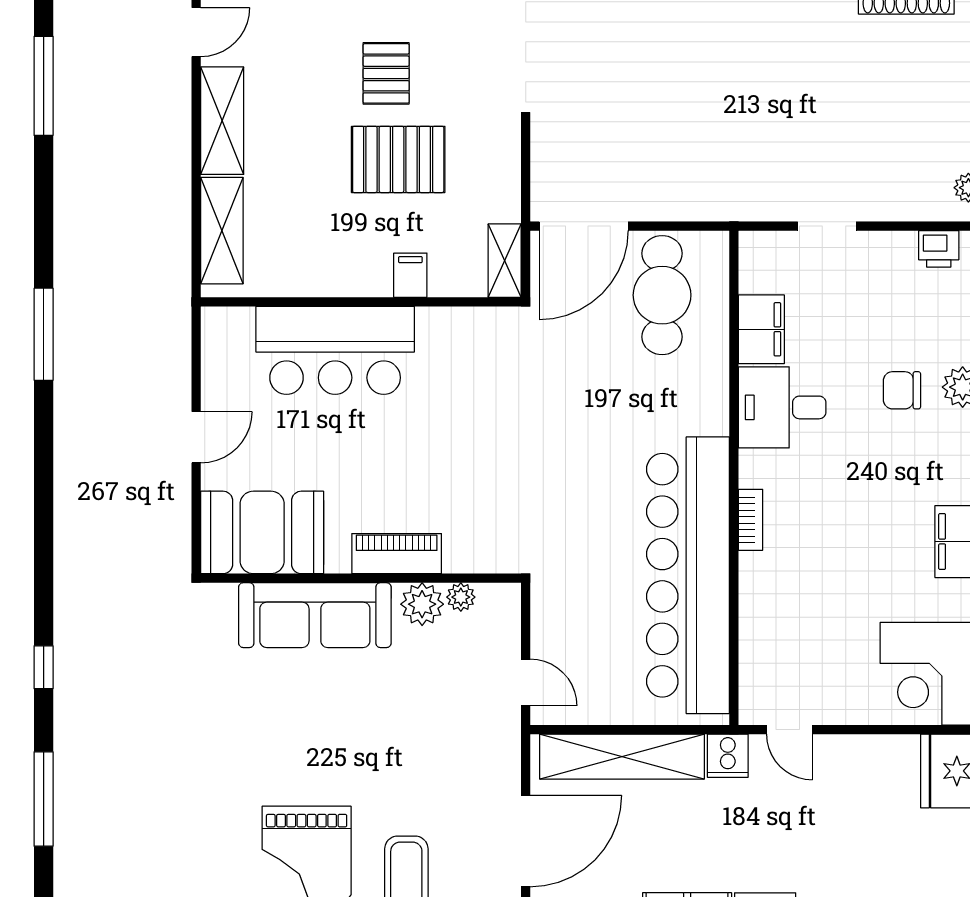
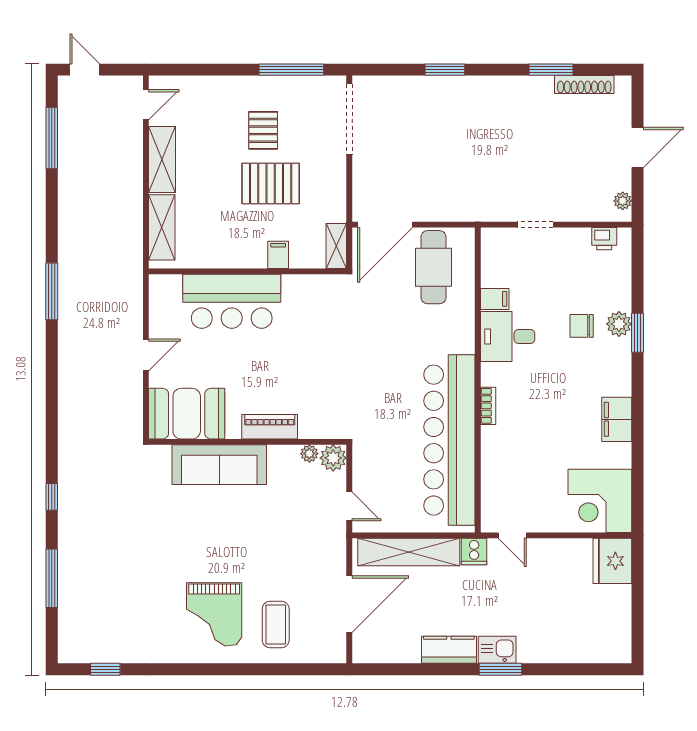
filing cabinet: (761, 329) -> (495, 299), width x0.50
plant: (422, 604) -> (333, 458), moved

